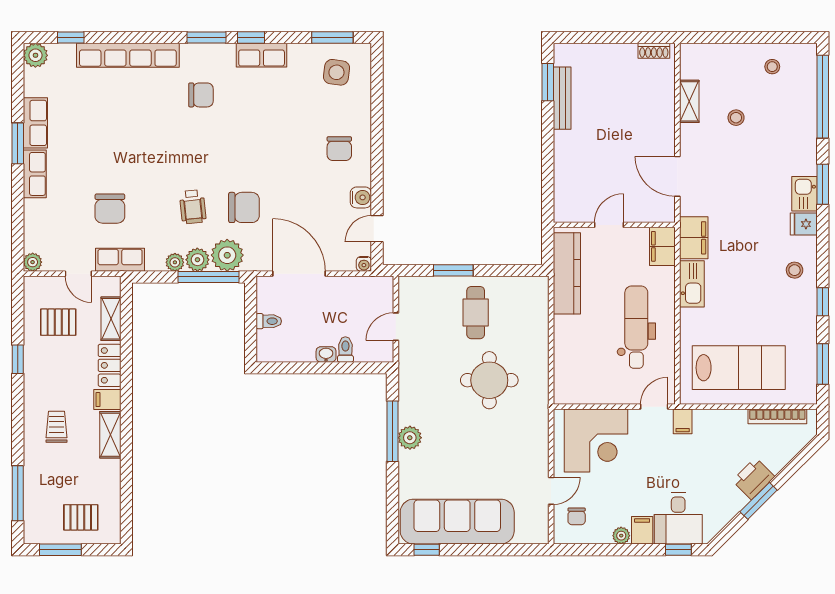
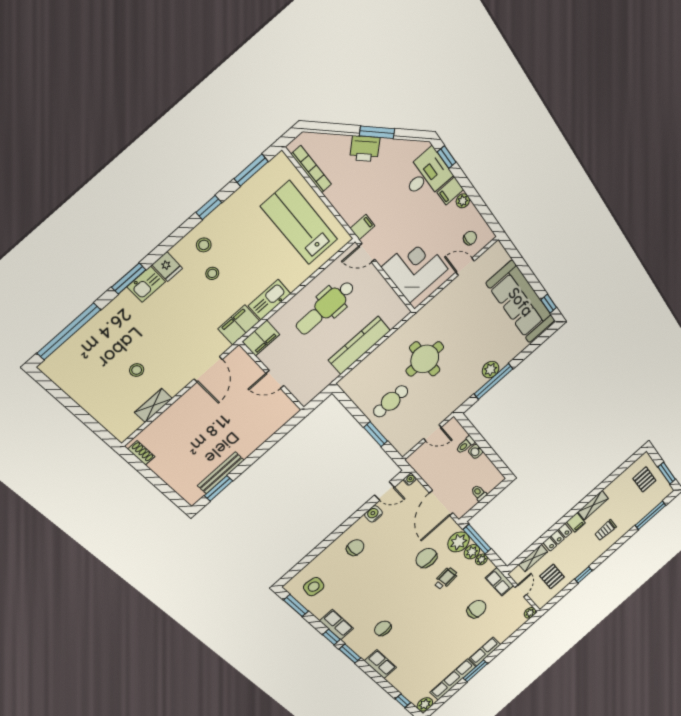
row of seats: (128, 55) -> (380, 664), width x0.50
stool: (772, 67) -> (212, 273), moved
row of seats: (35, 123) -> (453, 680), width x1.48
kitchen counter: (567, 273) -> (359, 345), moved

